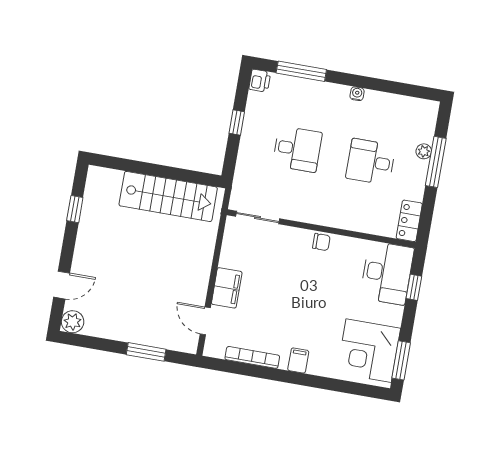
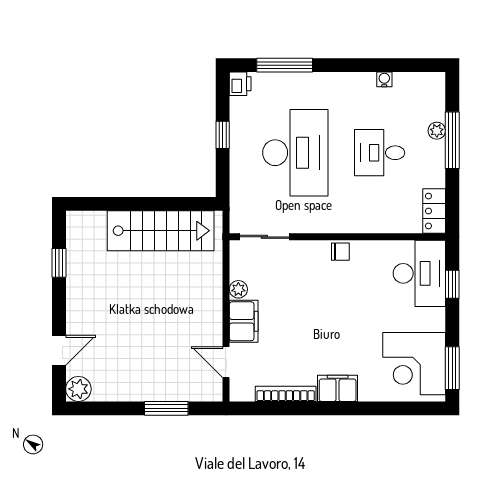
water cooler: (357, 94) -> (384, 79), moved
desk: (297, 149) -> (295, 153), width x1.87, depth x1.30
plant: (227, 259) -> (238, 289), added
filing cabinet: (298, 361) -> (338, 388), width x2.00

